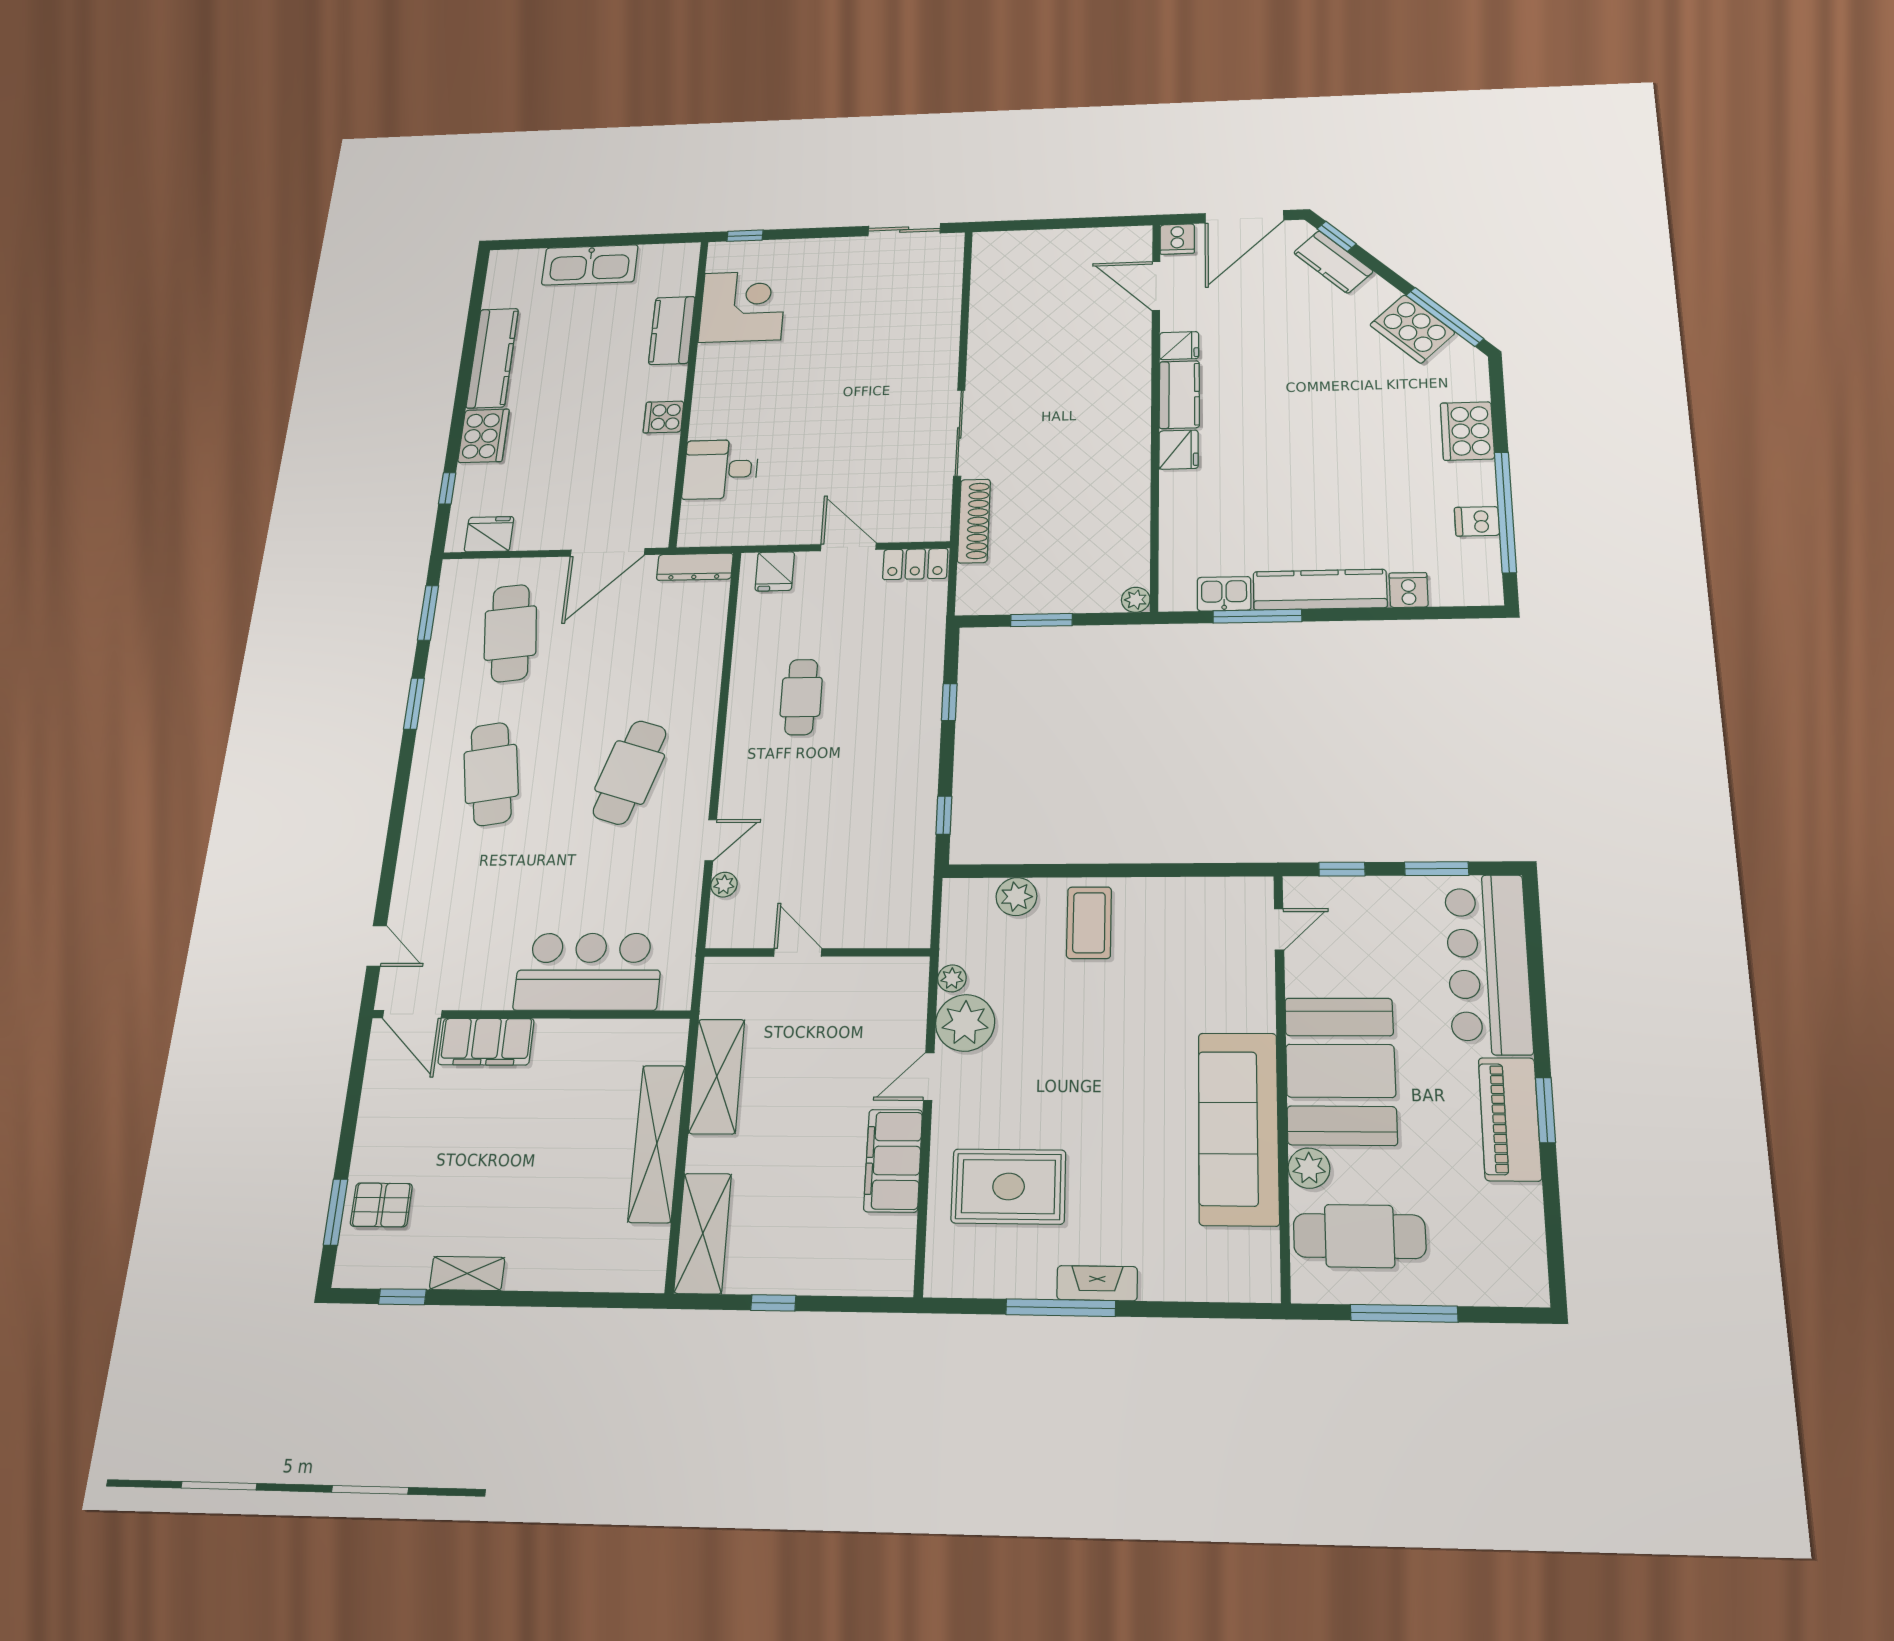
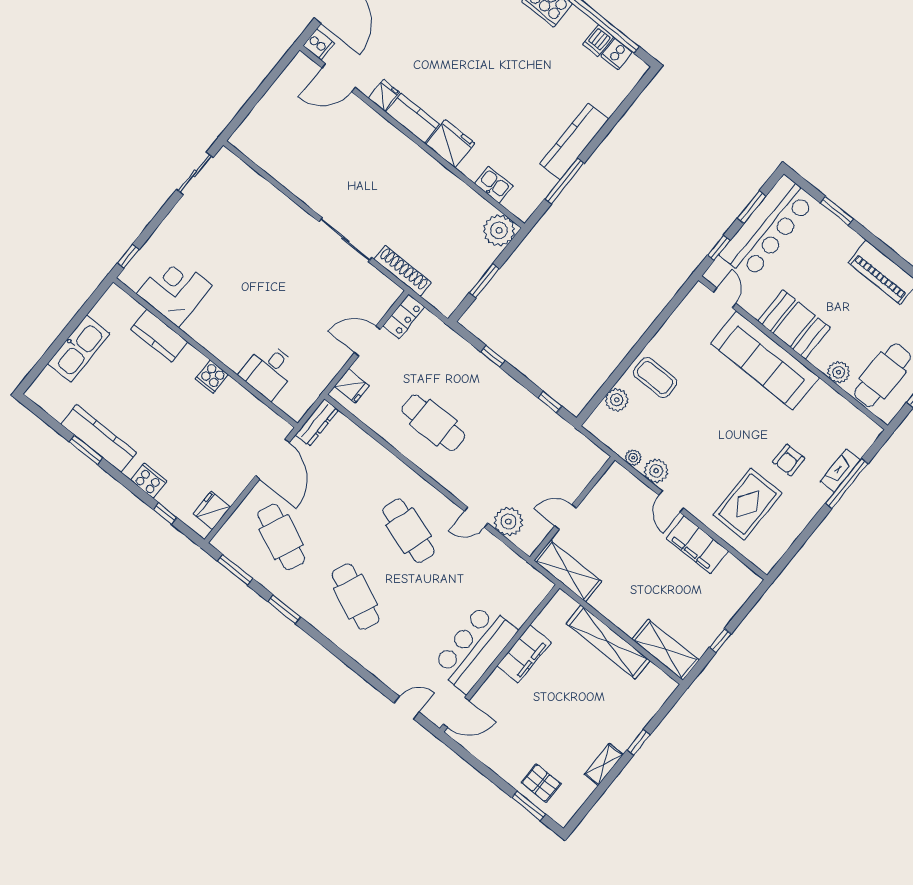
window: (468, 356) -> (86, 450), added
cooker: (484, 436) -> (149, 481), width x0.73, depth x0.76
fridge: (1179, 450) -> (450, 144), width x1.36, depth x1.34
cooker: (1409, 590) -> (617, 54), moved, turned -90
kitchen sink: (1224, 594) -> (494, 185), moved, turned 90
plant: (1136, 600) -> (499, 230), width x1.88, depth x1.88
cafe table: (510, 633) -> (281, 537), turned 30
cafe table: (801, 697) -> (433, 423), width x1.37, depth x1.35
cafe table: (491, 774) -> (355, 597), turned 33
door: (711, 840) -> (476, 517), swing flipped
plant: (724, 885) -> (508, 522), width x1.88, depth x1.88
bar counter: (1488, 964) -> (768, 227), moved, turned -90
bar counter: (588, 972) -> (475, 648), moved
plant: (965, 1023) -> (656, 471), width x0.73, depth x0.73
filing cabinet: (486, 1042) -> (524, 654), moved
booth: (1340, 1071) -> (794, 324), width x0.73, depth x0.70
shelving: (717, 1076) -> (568, 571), moved
window: (1545, 1110) -> (837, 211), moved
sofa: (1238, 1128) -> (765, 360), moved
armchair: (1120, 1196) -> (789, 460), added
pallet: (381, 1205) -> (541, 783), turned 90
fireplace: (1097, 1283) -> (840, 471), moved
window: (402, 1297) -> (638, 742), moved
window: (1061, 1308) -> (847, 483), moved

